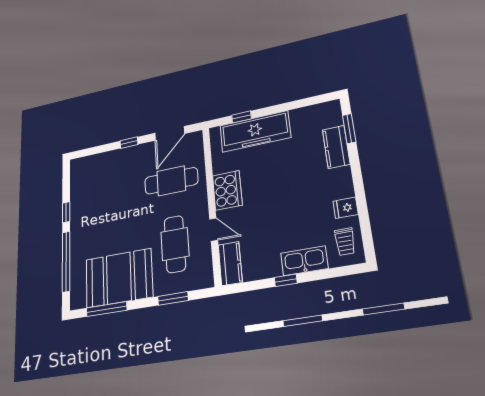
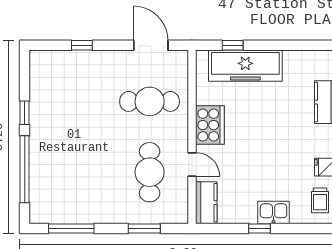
door: (170, 133) -> (151, 45), swing flipped
window: (129, 143) -> (82, 45), moved
kitchen sink: (304, 261) -> (274, 212), width x0.73
booth: (119, 278) -> (86, 198), removed

